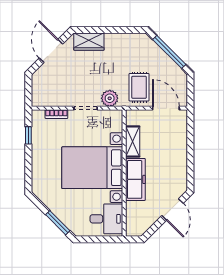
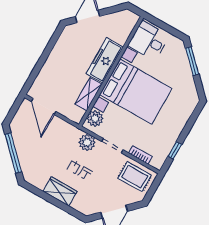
wardrobe: (89, 42) -> (60, 191), moved
rug: (139, 87) -> (135, 177), moved, turned 90
plant: (115, 123) -> (95, 119), added

